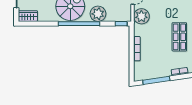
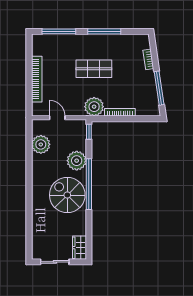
plant: (141, 16) -> (94, 107), moved
shop shelf: (179, 37) -> (94, 69), moved

